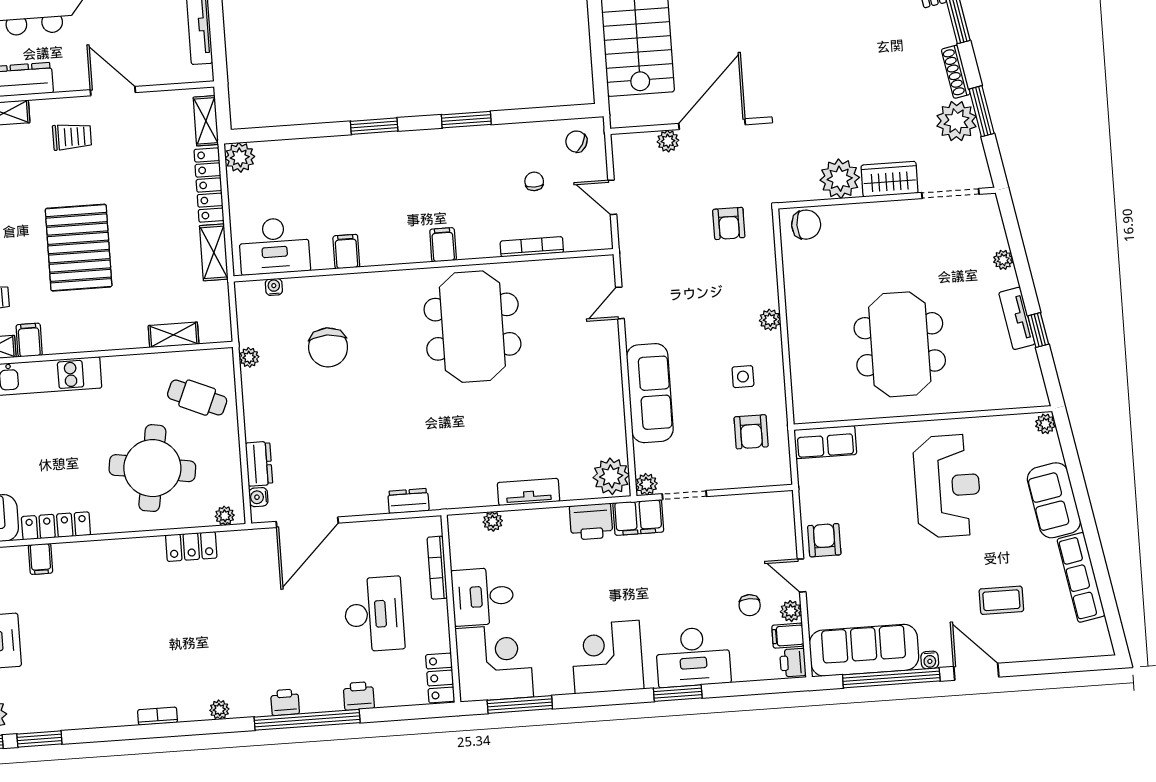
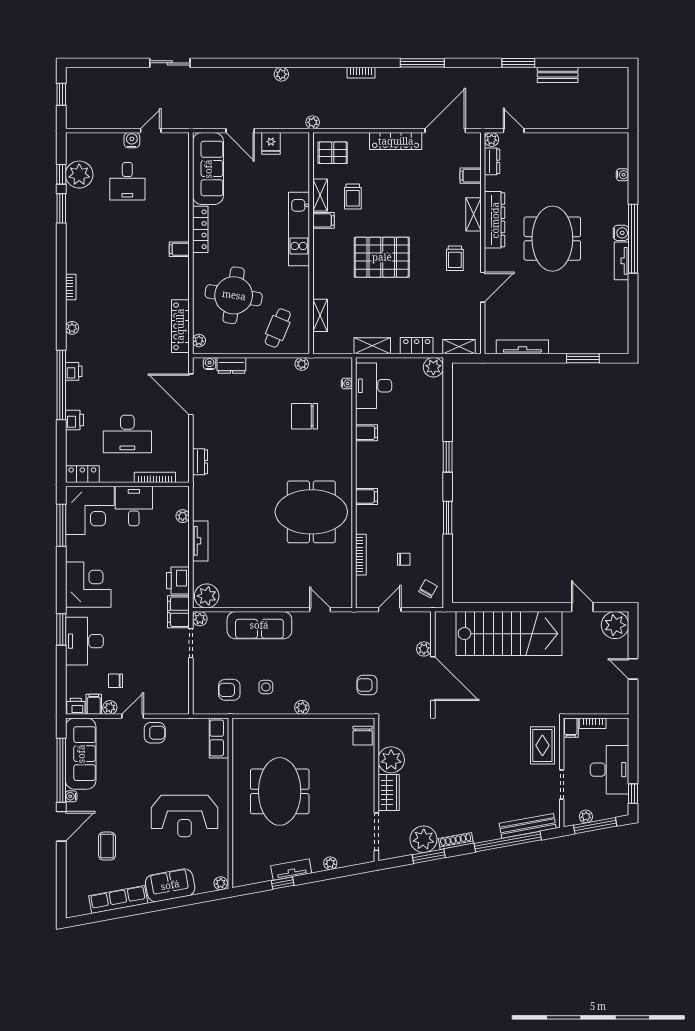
locker: (209, 185) -> (417, 346), width x0.66
meeting table: (900, 344) -> (280, 791), turned 90
locker: (191, 546) -> (180, 326), width x1.53
filing cabinet: (41, 559) -> (179, 249), moved

